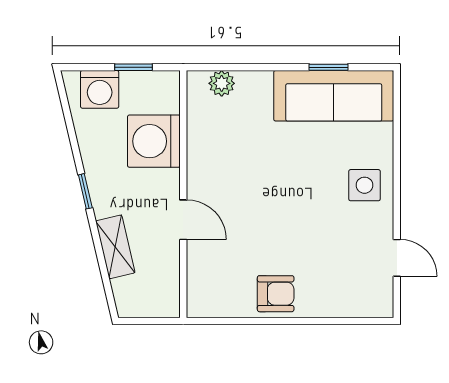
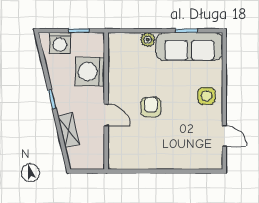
plant: (222, 83) -> (148, 40), moved
armchair: (276, 294) -> (151, 107), moved, turned -90

